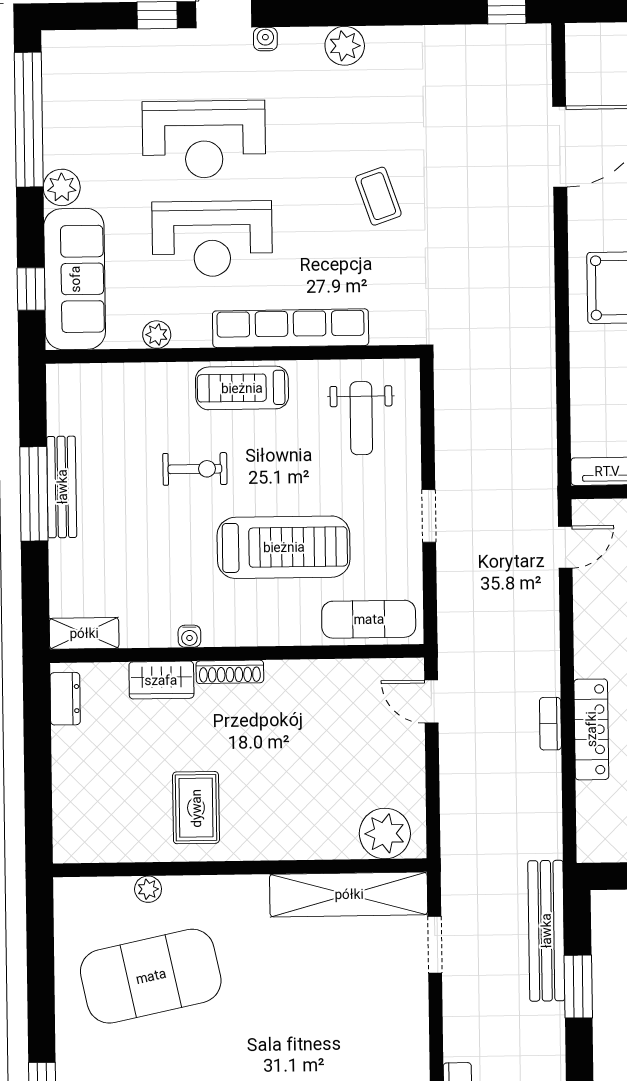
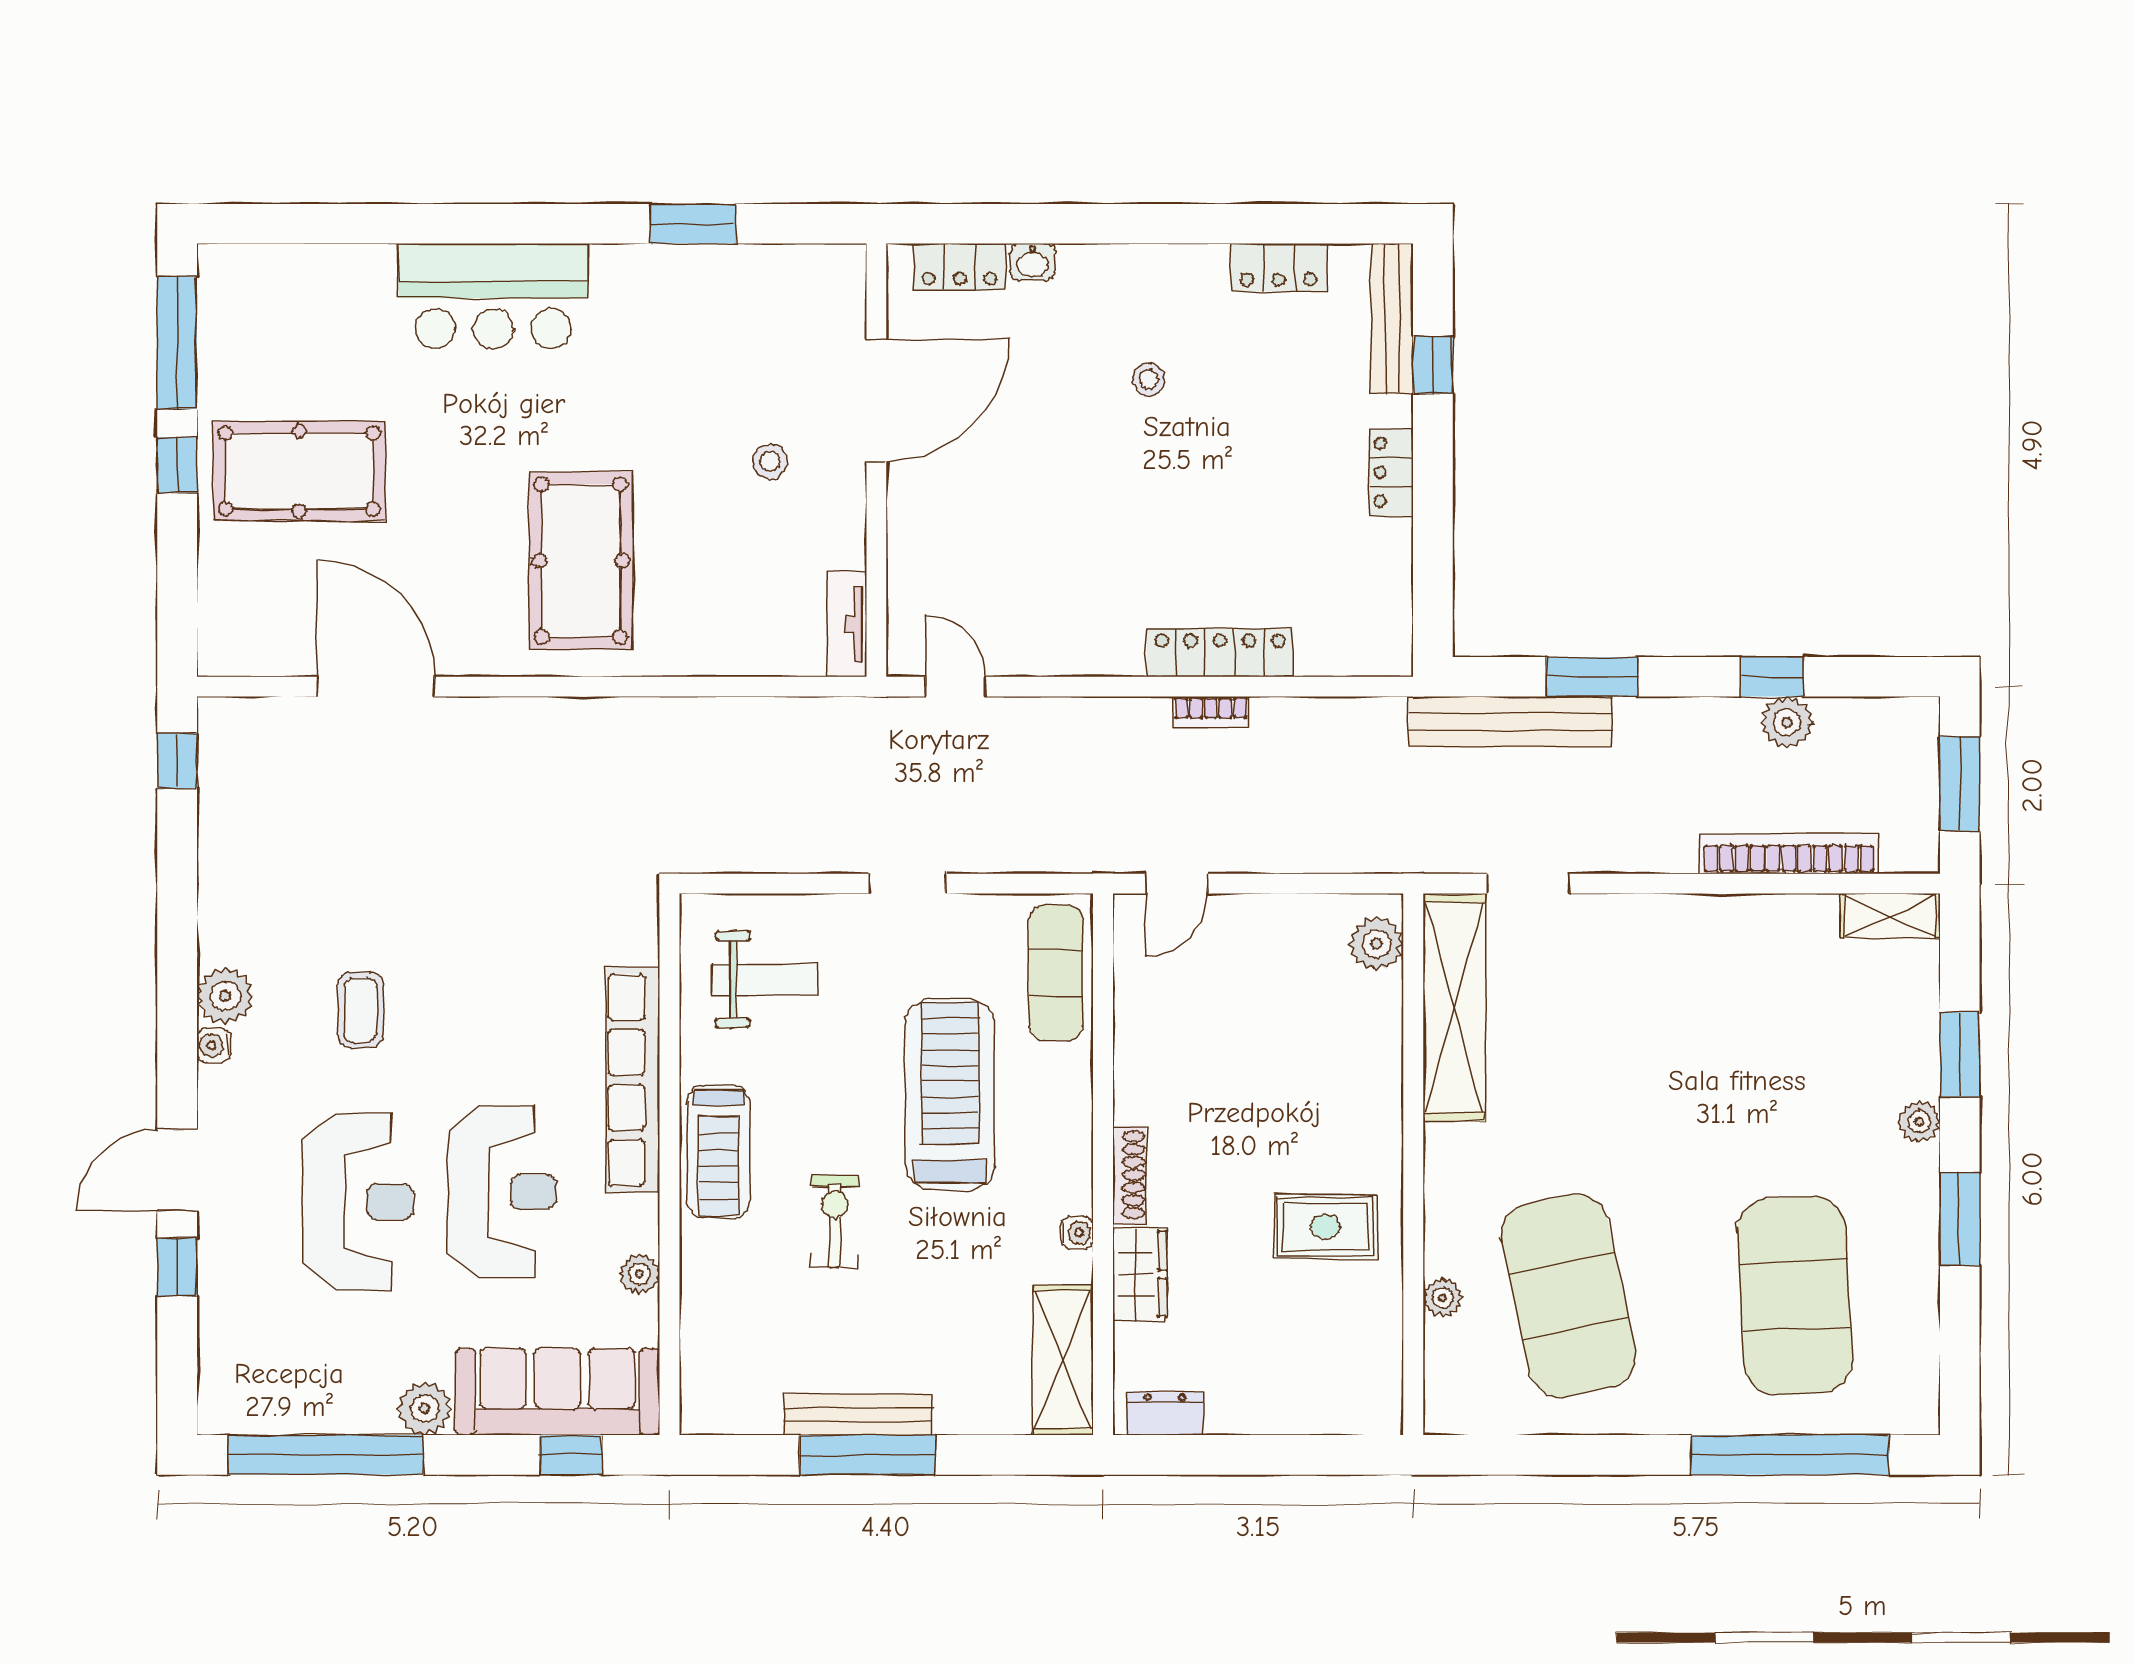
water cooler: (265, 39) -> (214, 1045), moved
coffee table: (378, 196) -> (361, 1010), moved, turned -71
shelving: (84, 633) -> (1063, 1360), width x1.50, depth x1.33
plant: (385, 833) -> (1376, 944), width x0.73, depth x0.73

